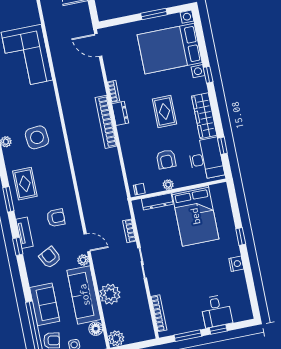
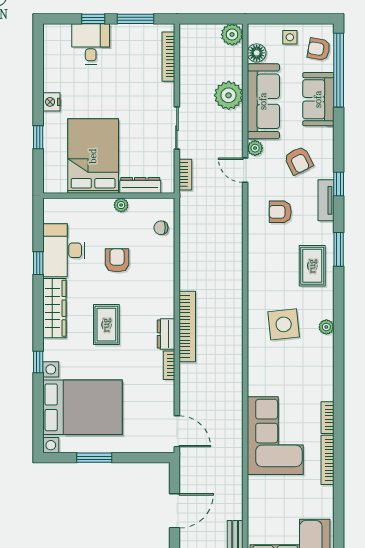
plant: (168, 185) -> (121, 205), moved
wall: (178, 190) -> (109, 196), moved
dresser: (157, 202) -> (140, 185), moved
bed: (195, 216) -> (93, 156), moved

